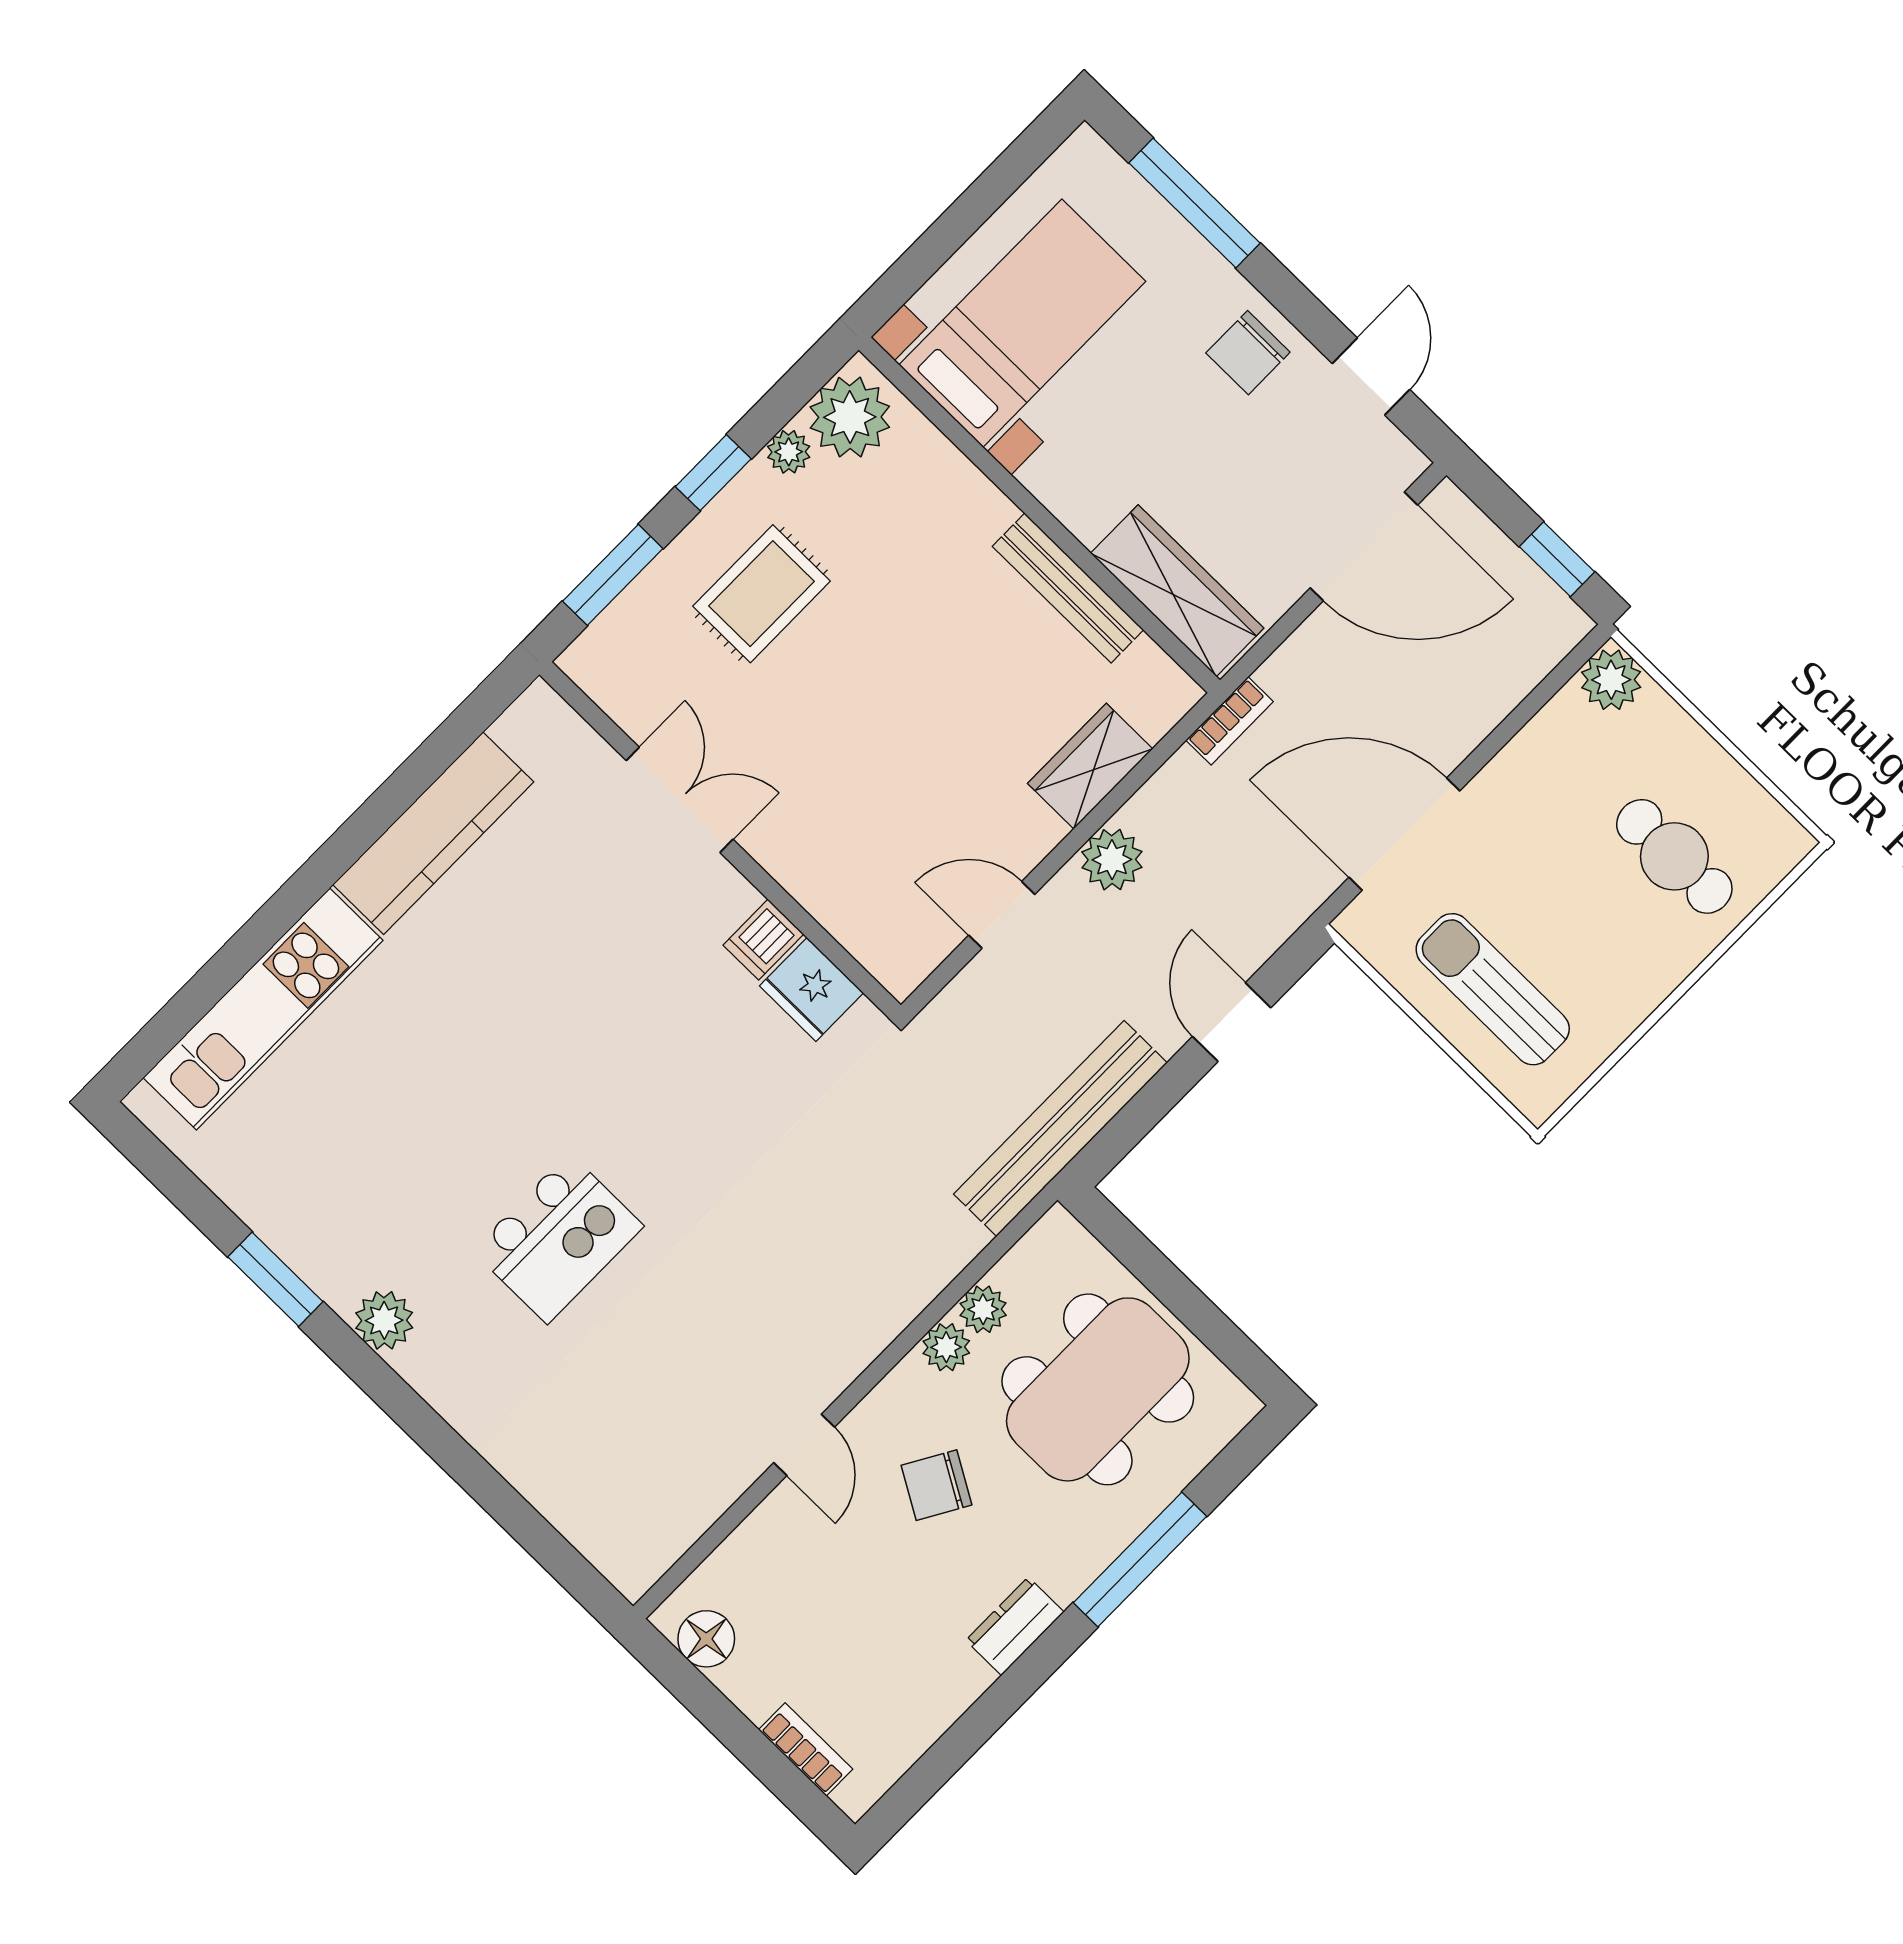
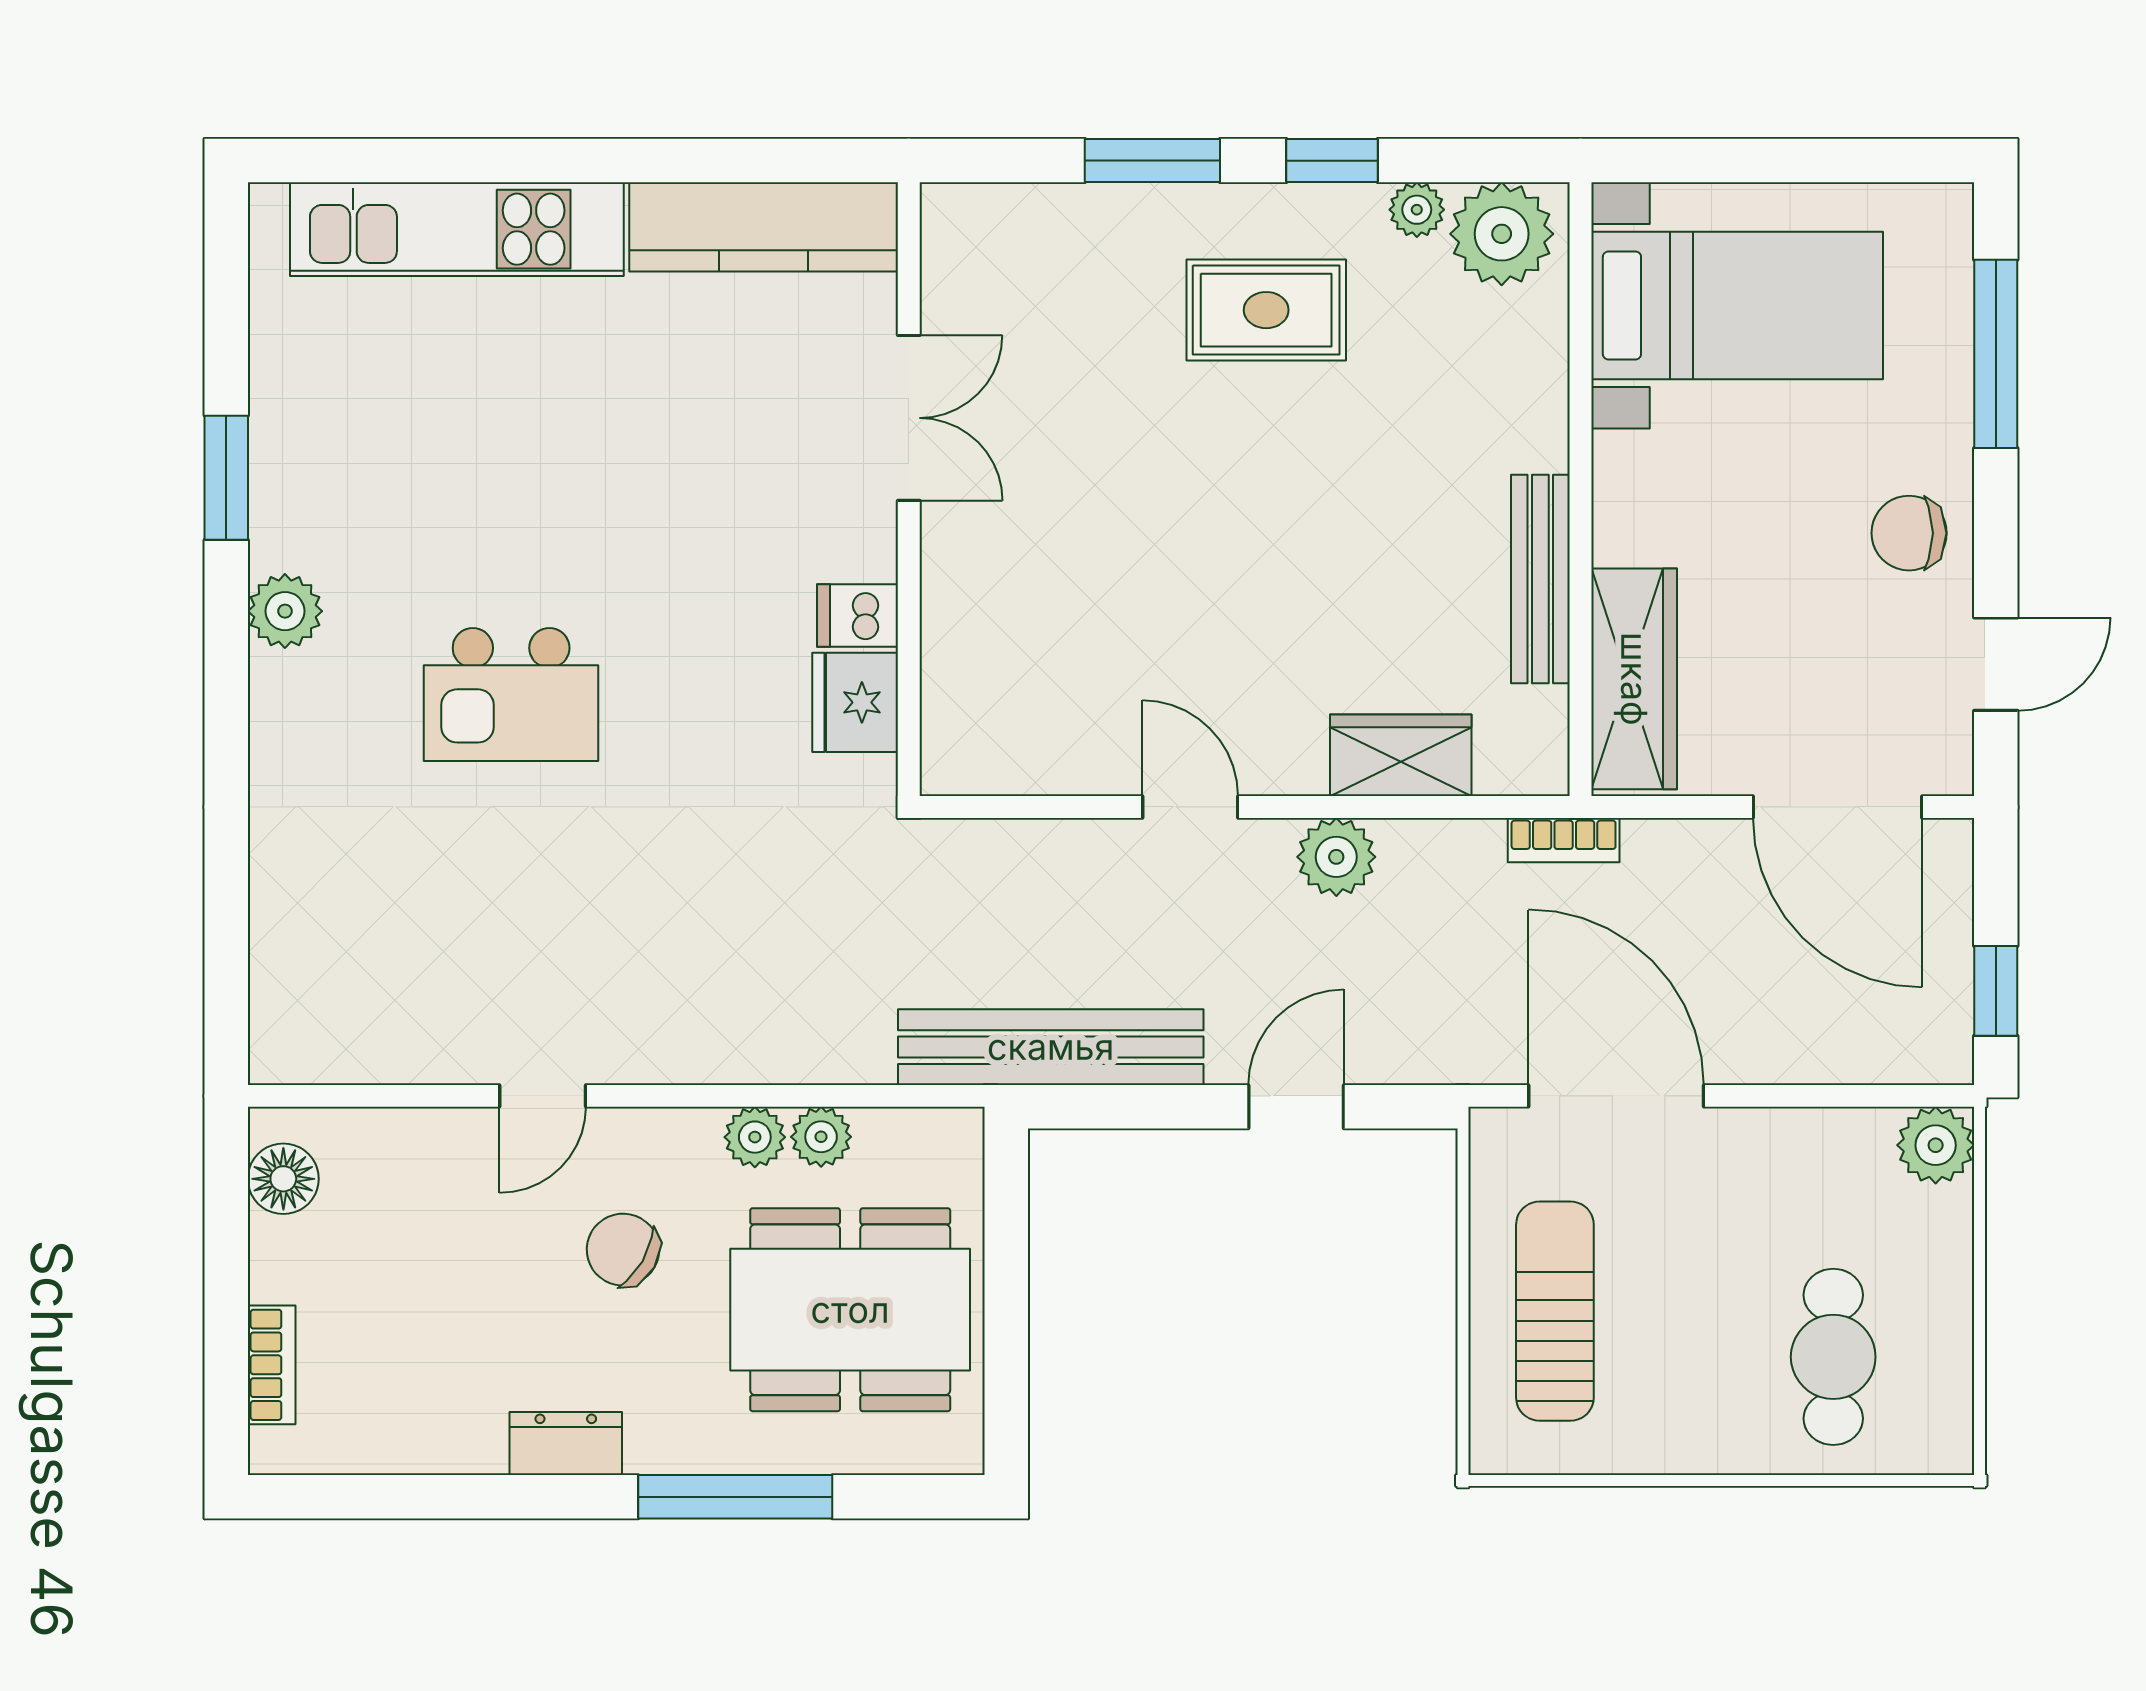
double door: (680, 800) -> (909, 418), moved
wall: (720, 840) -> (909, 489), moved
dishwasher: (763, 940) -> (857, 615), moved
fridge: (811, 989) -> (855, 702), moved

